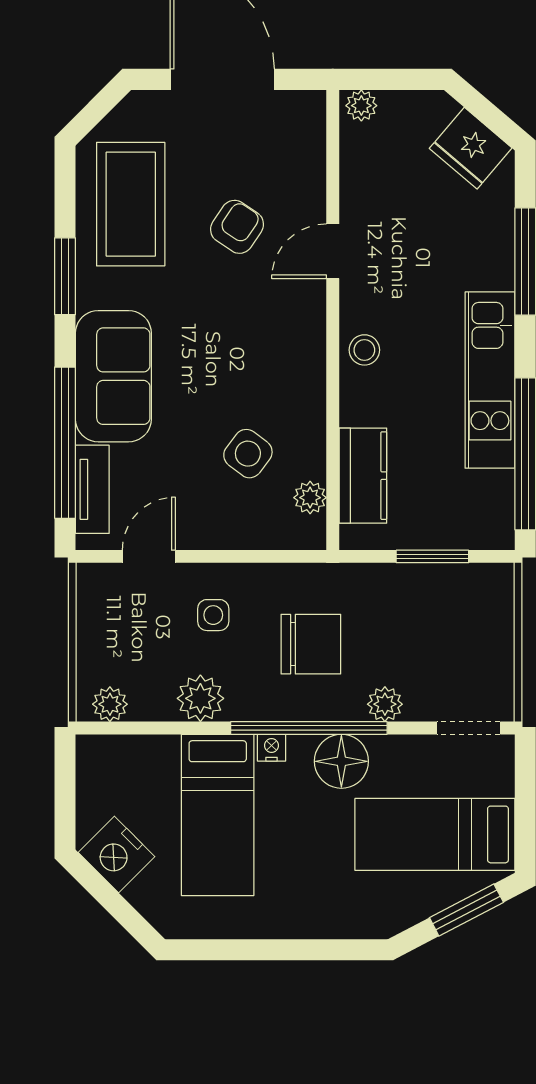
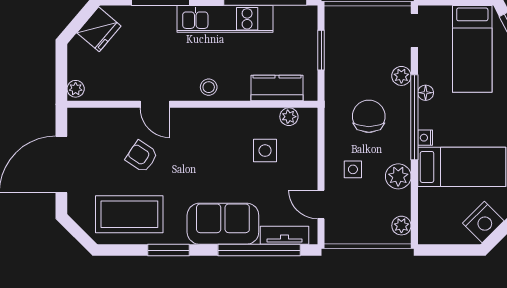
side table: (248, 454) -> (265, 151), turned -37
floor lamp: (341, 761) -> (426, 93), width x0.53, depth x0.53

